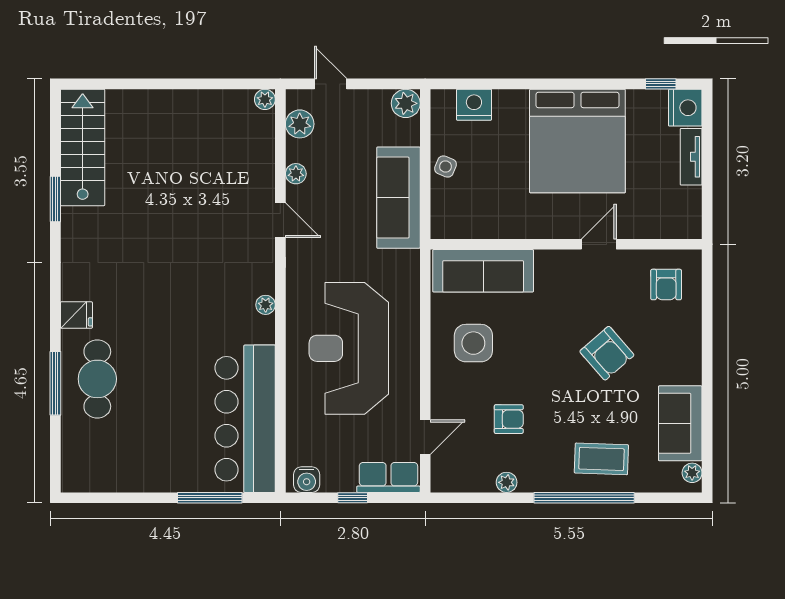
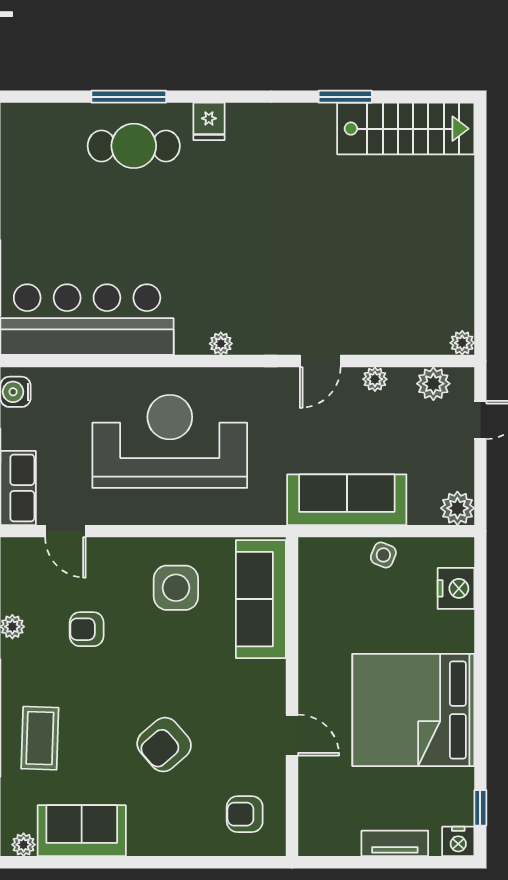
nightstand: (685, 108) -> (458, 841), width x0.74, depth x0.75
armchair: (509, 419) -> (87, 629), turned 90

